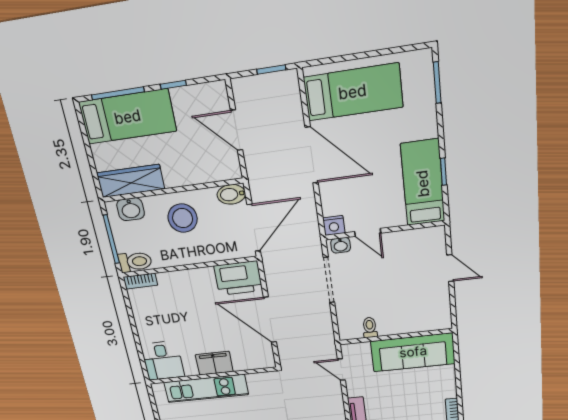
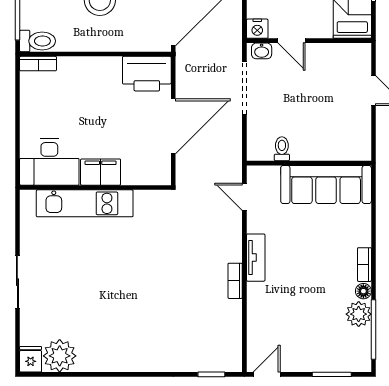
door: (270, 320) -> (173, 126), swing flipped
desk: (163, 361) -> (49, 162), width x1.37

